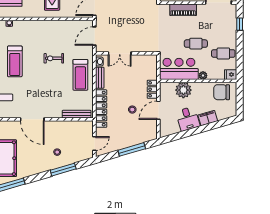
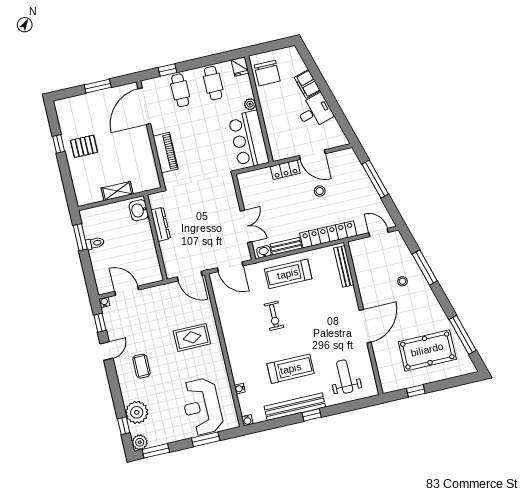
cafe table: (196, 44) -> (180, 90), moved
treadmill: (80, 75) -> (288, 274), turned 180
plant: (183, 90) -> (276, 127), removed

